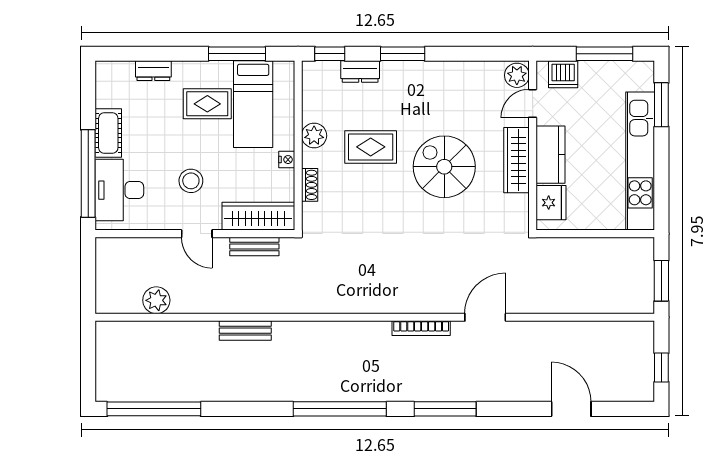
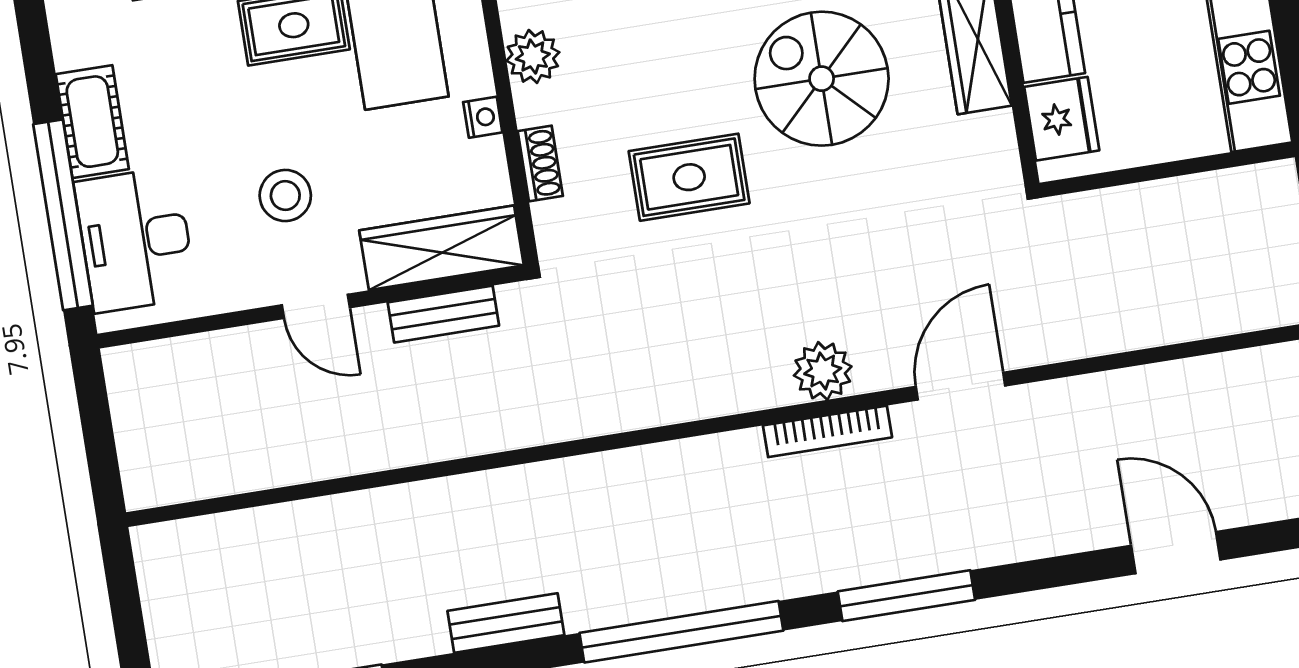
rug: (371, 147) -> (689, 177), moved
plant: (156, 300) -> (823, 371), moved
bench: (245, 331) -> (506, 623), moved

